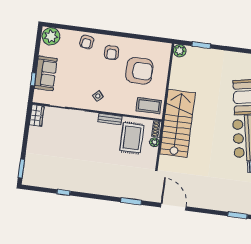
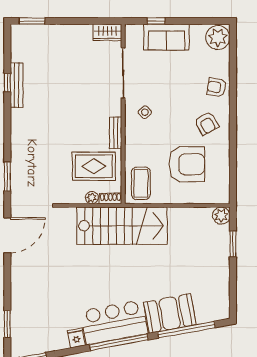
armchair: (112, 53) -> (207, 123), turned -119
armchair: (139, 71) -> (187, 164), turned -90
bench: (66, 186) -> (17, 85), added

